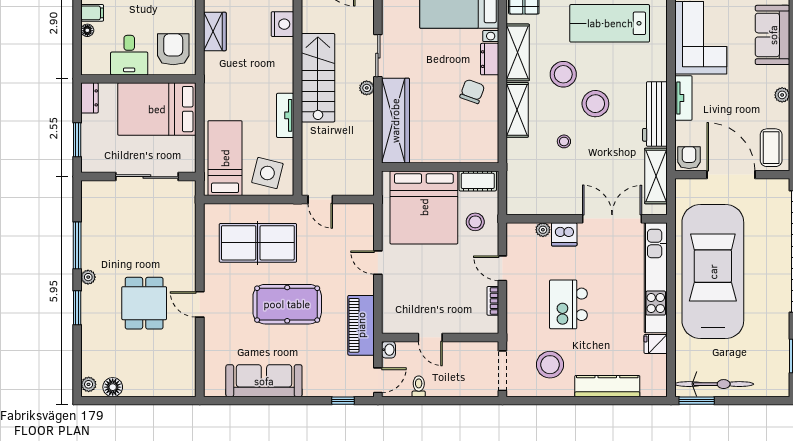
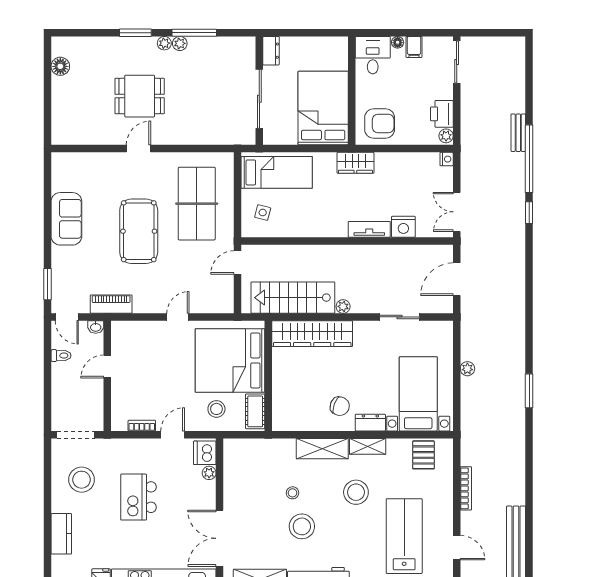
wardrobe: (215, 31) -> (355, 163), moved
shelving: (518, 52) -> (368, 446), width x0.67, depth x0.75
desk: (129, 55) -> (373, 55), moved, turned 90
sliding door: (378, 56) -> (400, 317), moved
stairs: (318, 78) -> (293, 298), moved, turned 180
dresser: (90, 98) -> (271, 51), moved, turned -90
stool: (595, 104) -> (302, 526), moved
tv unit: (285, 115) -> (369, 229), moved
window: (77, 140) -> (294, 33), removed
side table: (267, 173) -> (263, 213), width x0.54, depth x0.54
double door: (612, 219) -> (219, 538), swing flipped
dishwasher: (564, 234) -> (205, 453), moved
kitchen island: (568, 304) -> (139, 497), turned -90
piano: (361, 325) -> (111, 304), width x0.73, depth x0.75
sofa: (264, 381) -> (66, 219), width x0.73
plant: (89, 384) -> (180, 43), moved
kitchen counter: (607, 386) -> (61, 534), width x0.67
window: (343, 401) -> (47, 284), width x1.50

